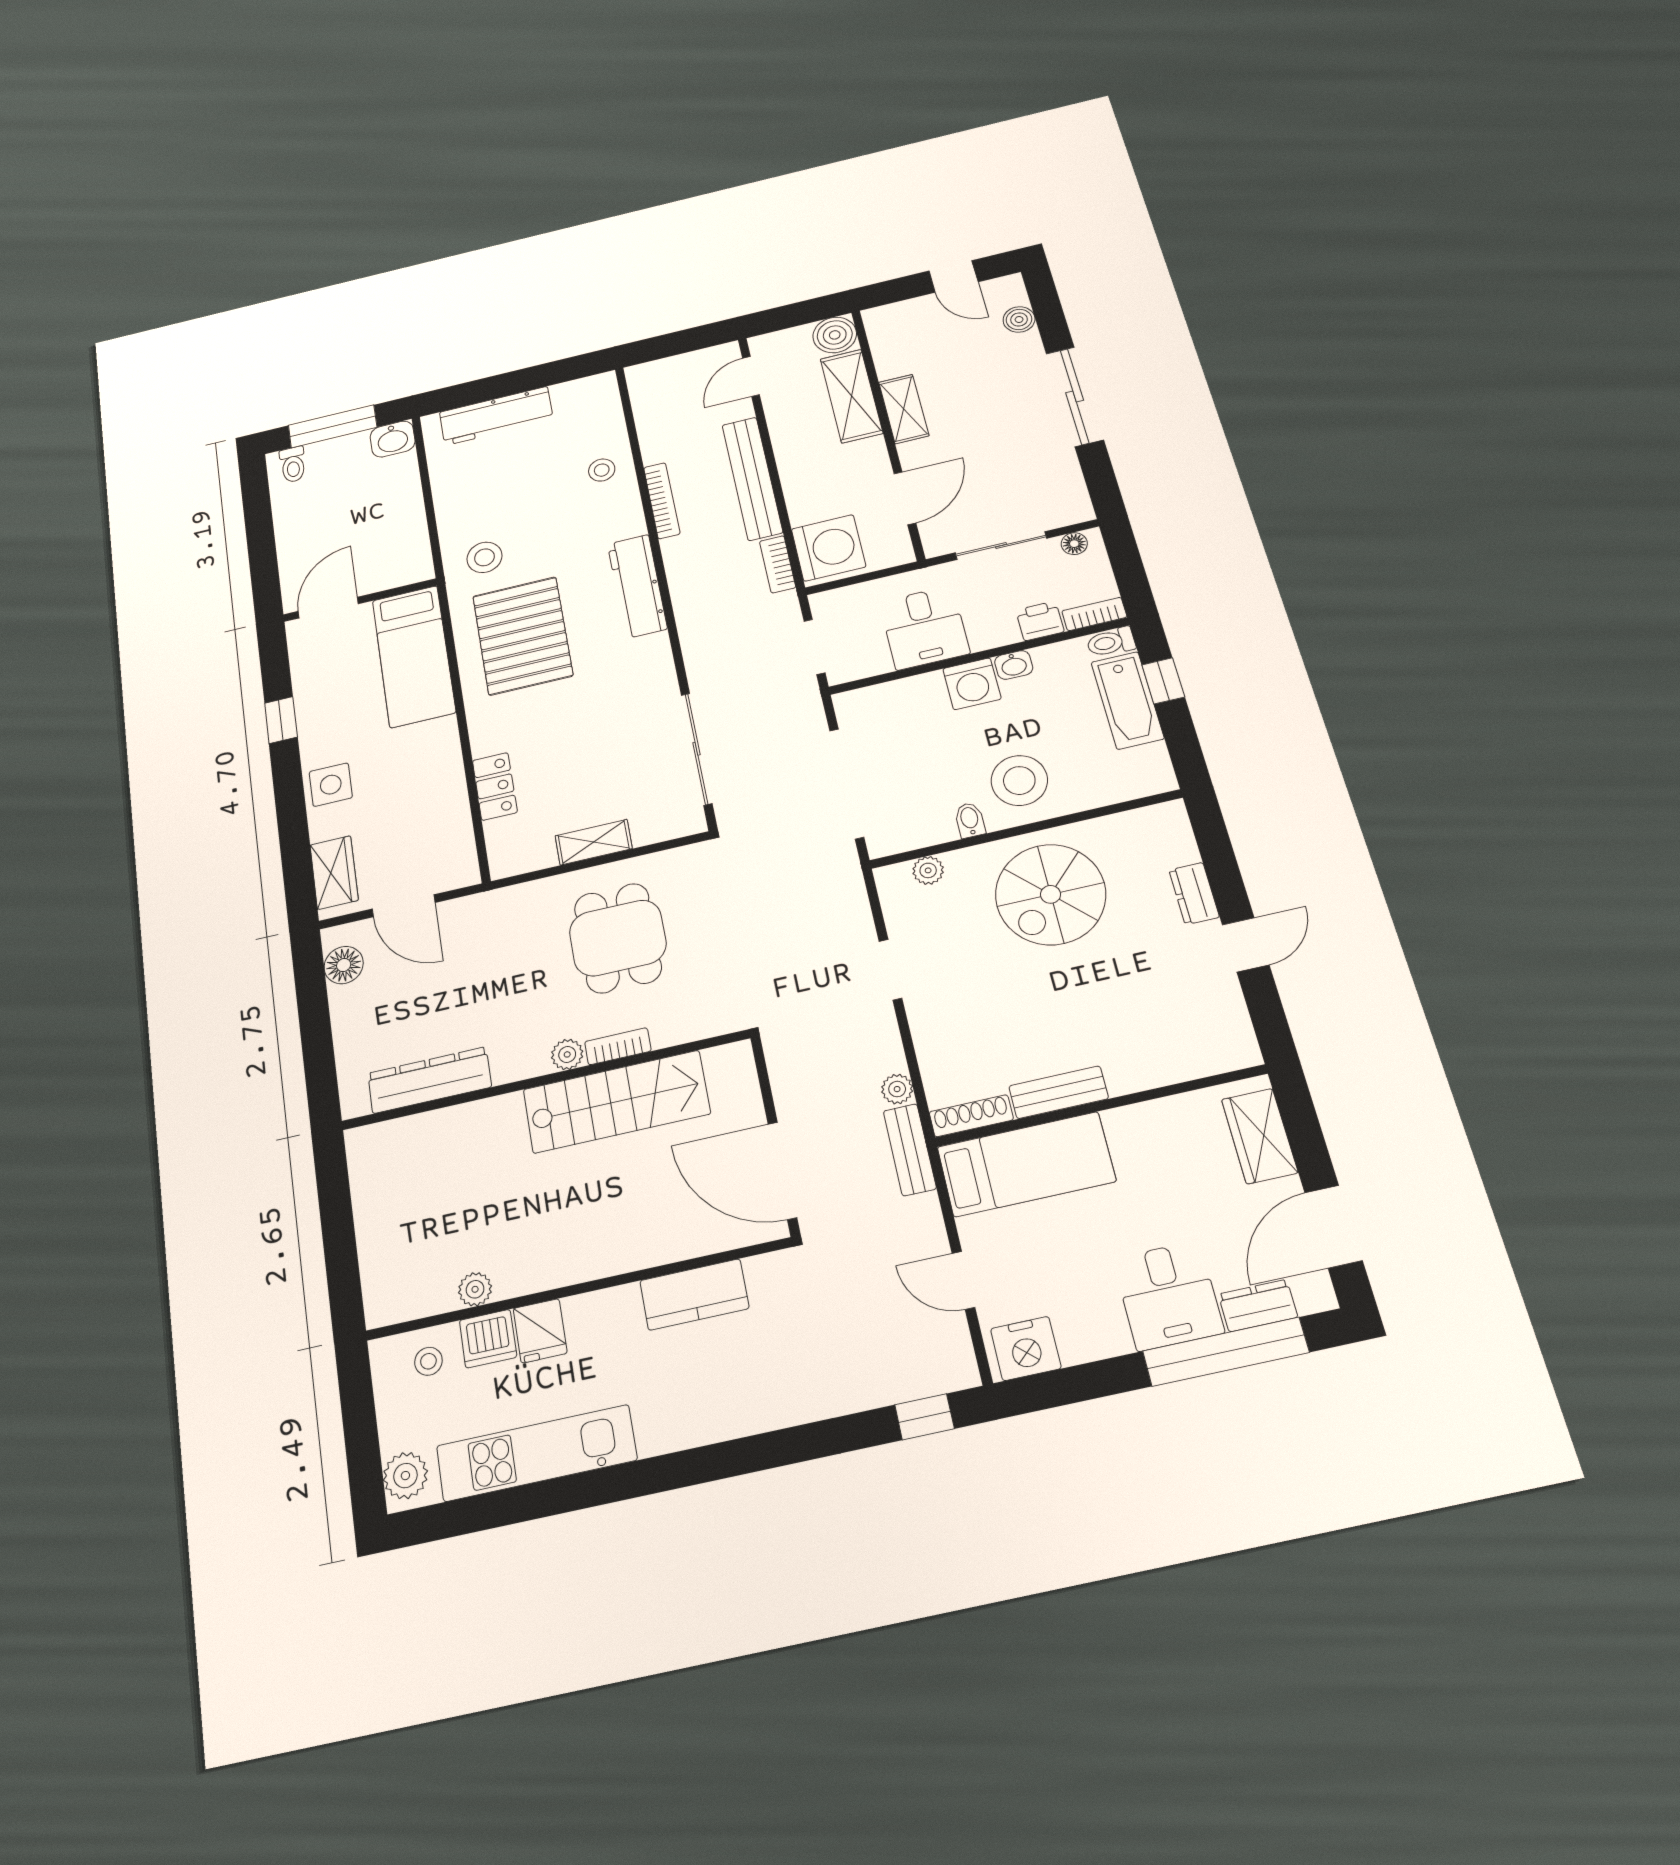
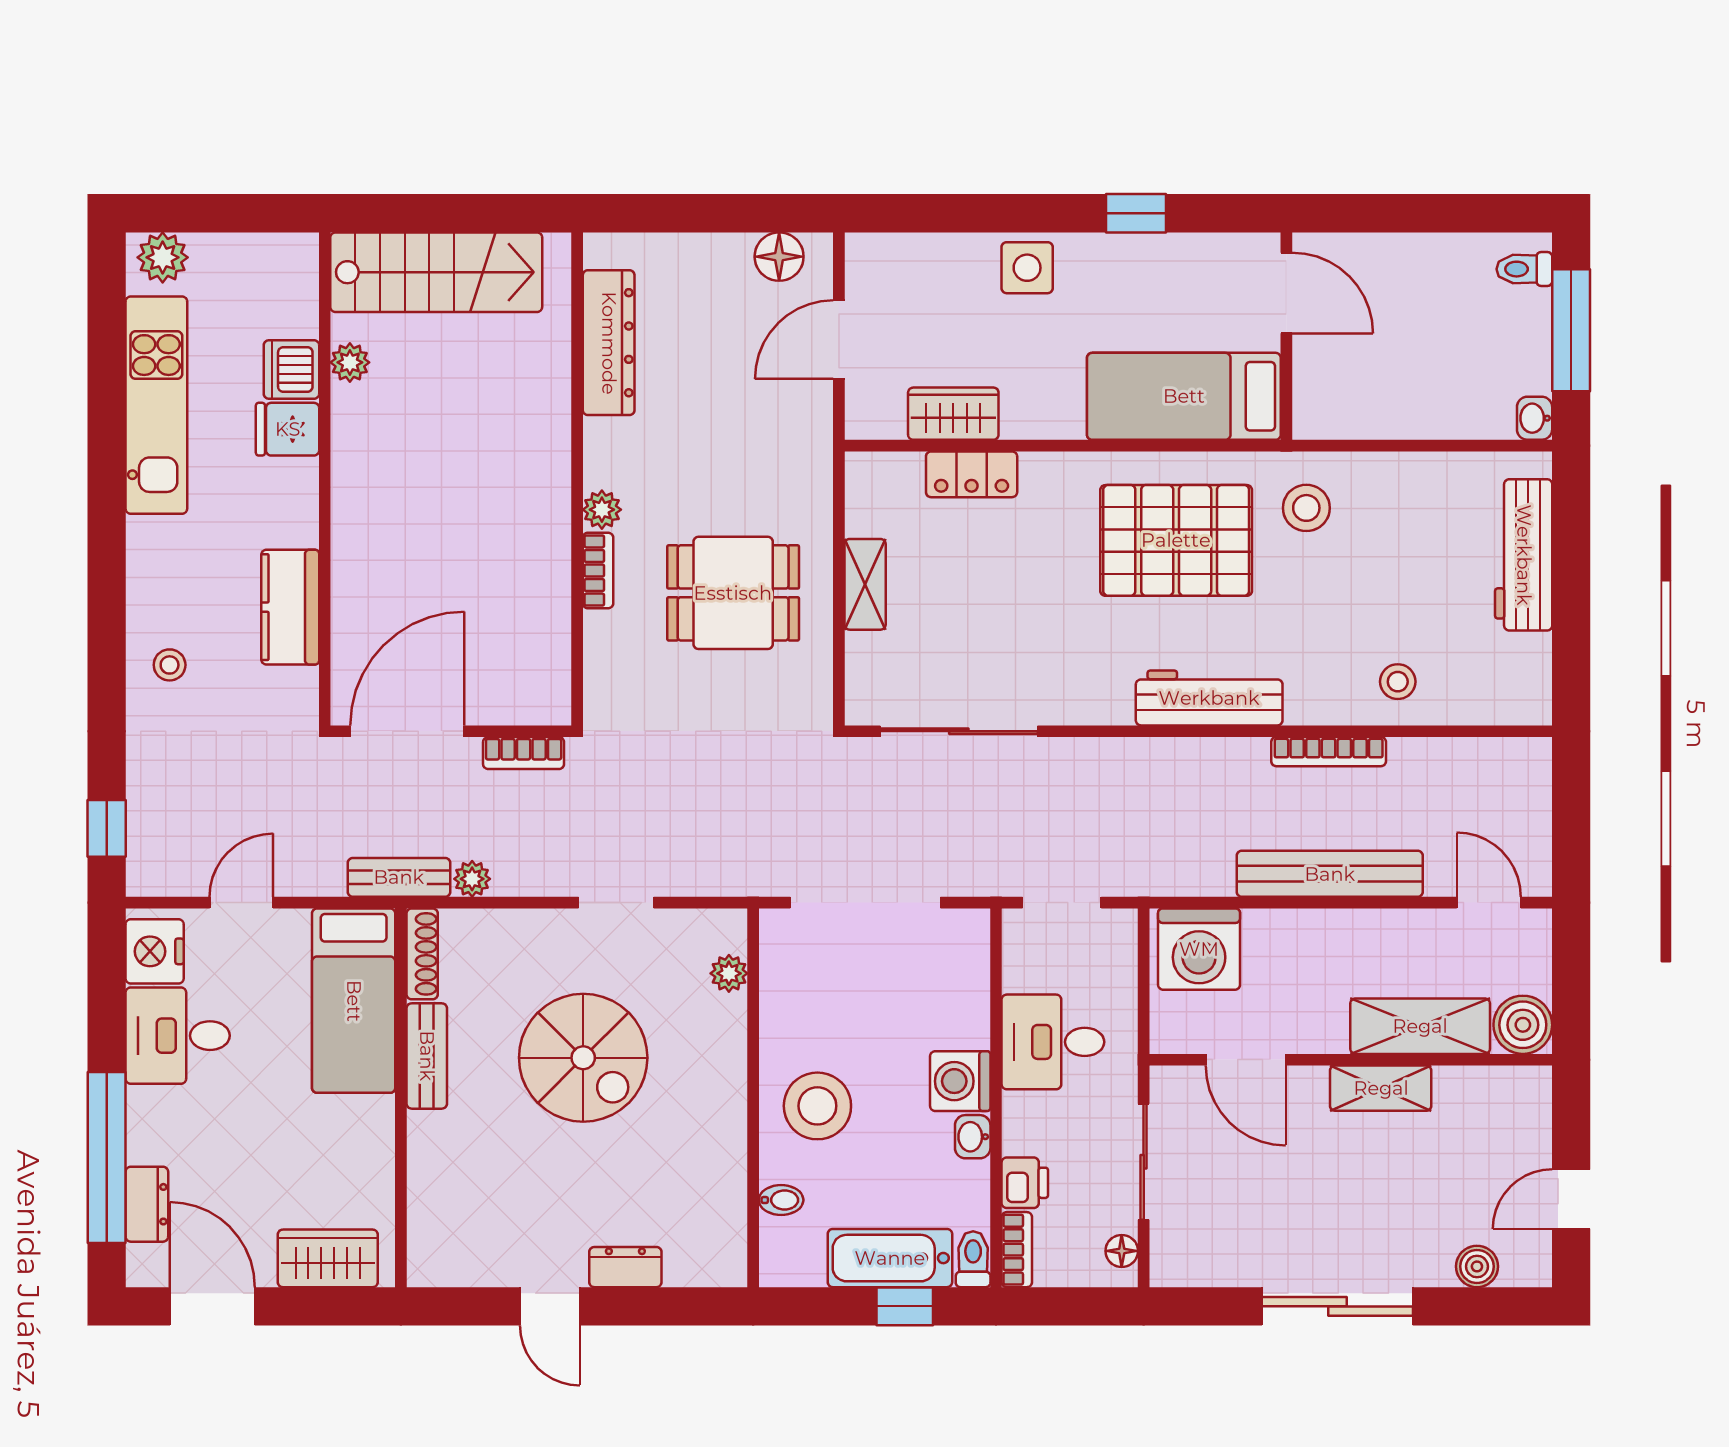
washbasin: (393, 439) -> (1535, 418), width x0.72, depth x0.69
bookcase: (778, 564) -> (524, 753), moved, turned 180
bidet: (970, 820) -> (781, 1200), moved
wardrobe: (334, 872) -> (953, 414), moved, turned 180
spiral stairs: (1051, 894) -> (583, 1058), moved, turned 180
stairs: (616, 1102) -> (436, 272), moved, turned -90
desk: (1168, 1295) -> (178, 1036), moved
stool: (428, 1361) -> (170, 665), moved

